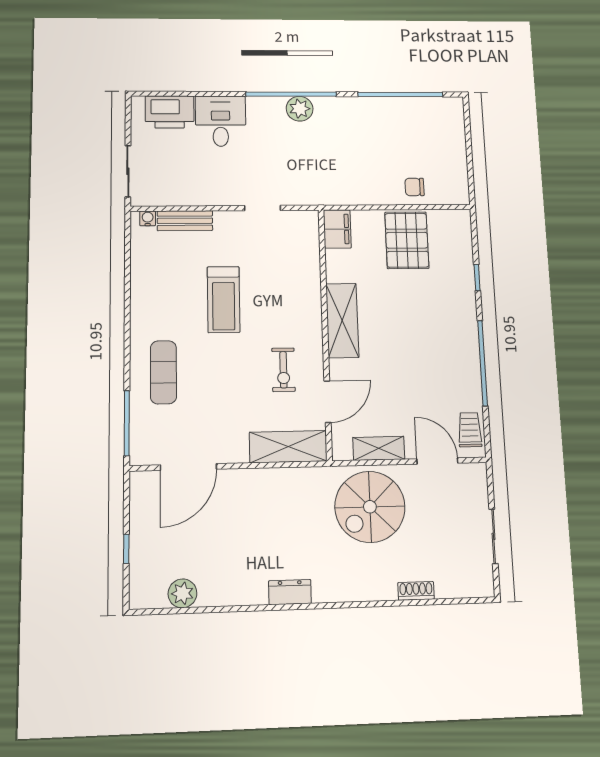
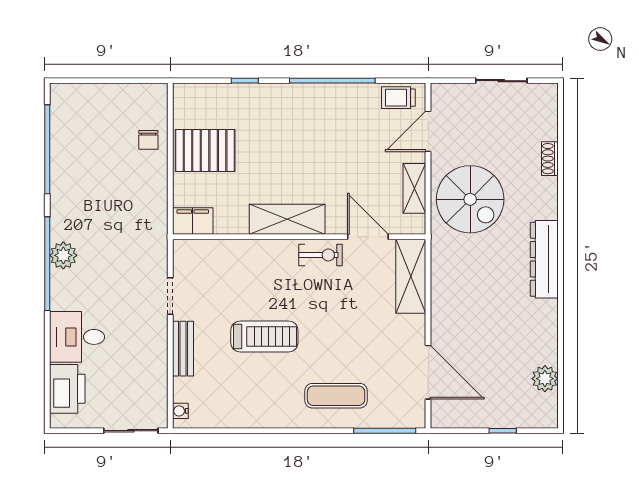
bench: (185, 221) -> (183, 349), moved
exercise bike: (283, 370) -> (321, 255), moved
dresser: (290, 592) -> (544, 259), width x1.96, depth x1.24

